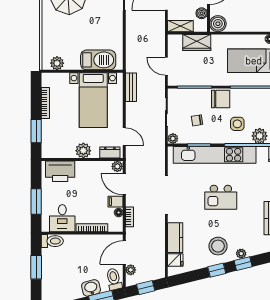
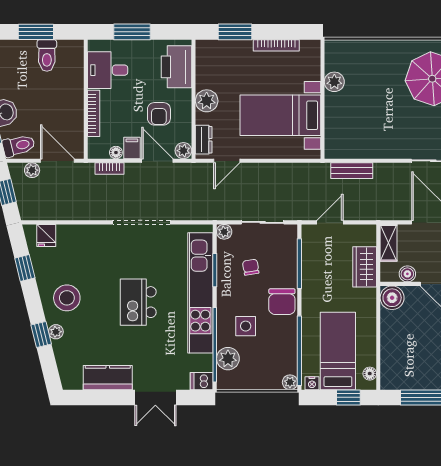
barbecue: (98, 60) -> (339, 123), removed
plant: (57, 63) -> (334, 82), moved
bench: (131, 87) -> (352, 171), moved
armchair: (92, 183) -> (159, 114), added
door: (124, 184) -> (157, 161), hinge flipped
kitchen counter: (175, 238) -> (79, 235), removed
toilet: (52, 241) -> (47, 55), moved
window: (217, 270) -> (25, 268), moved

